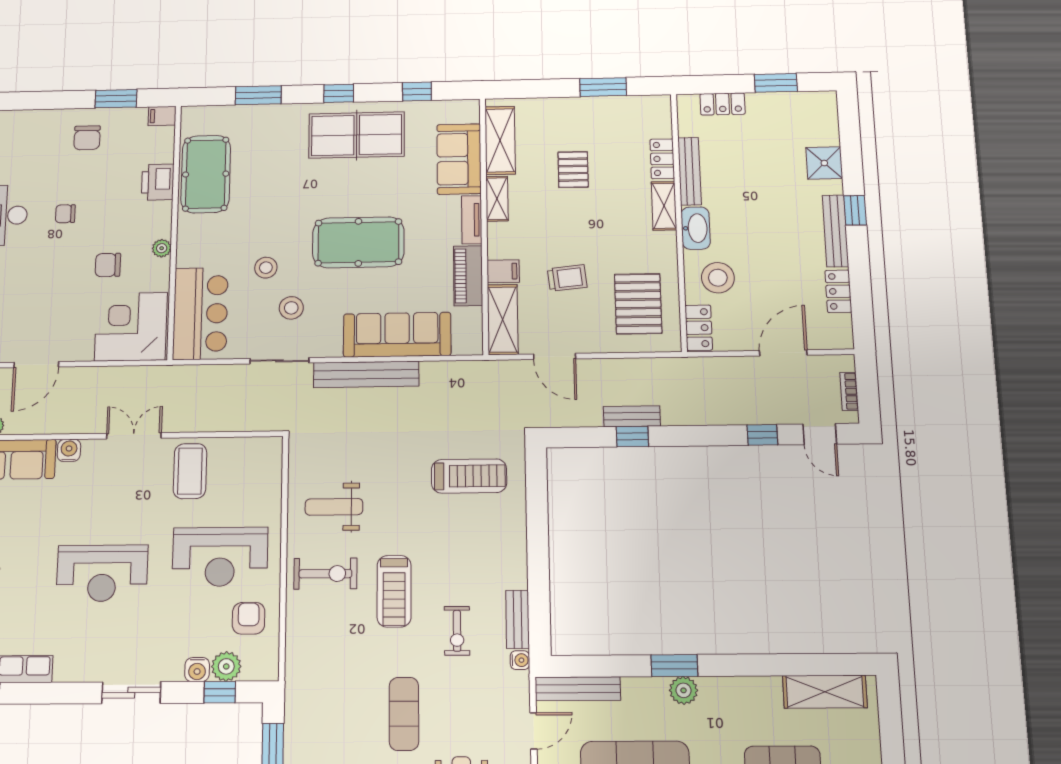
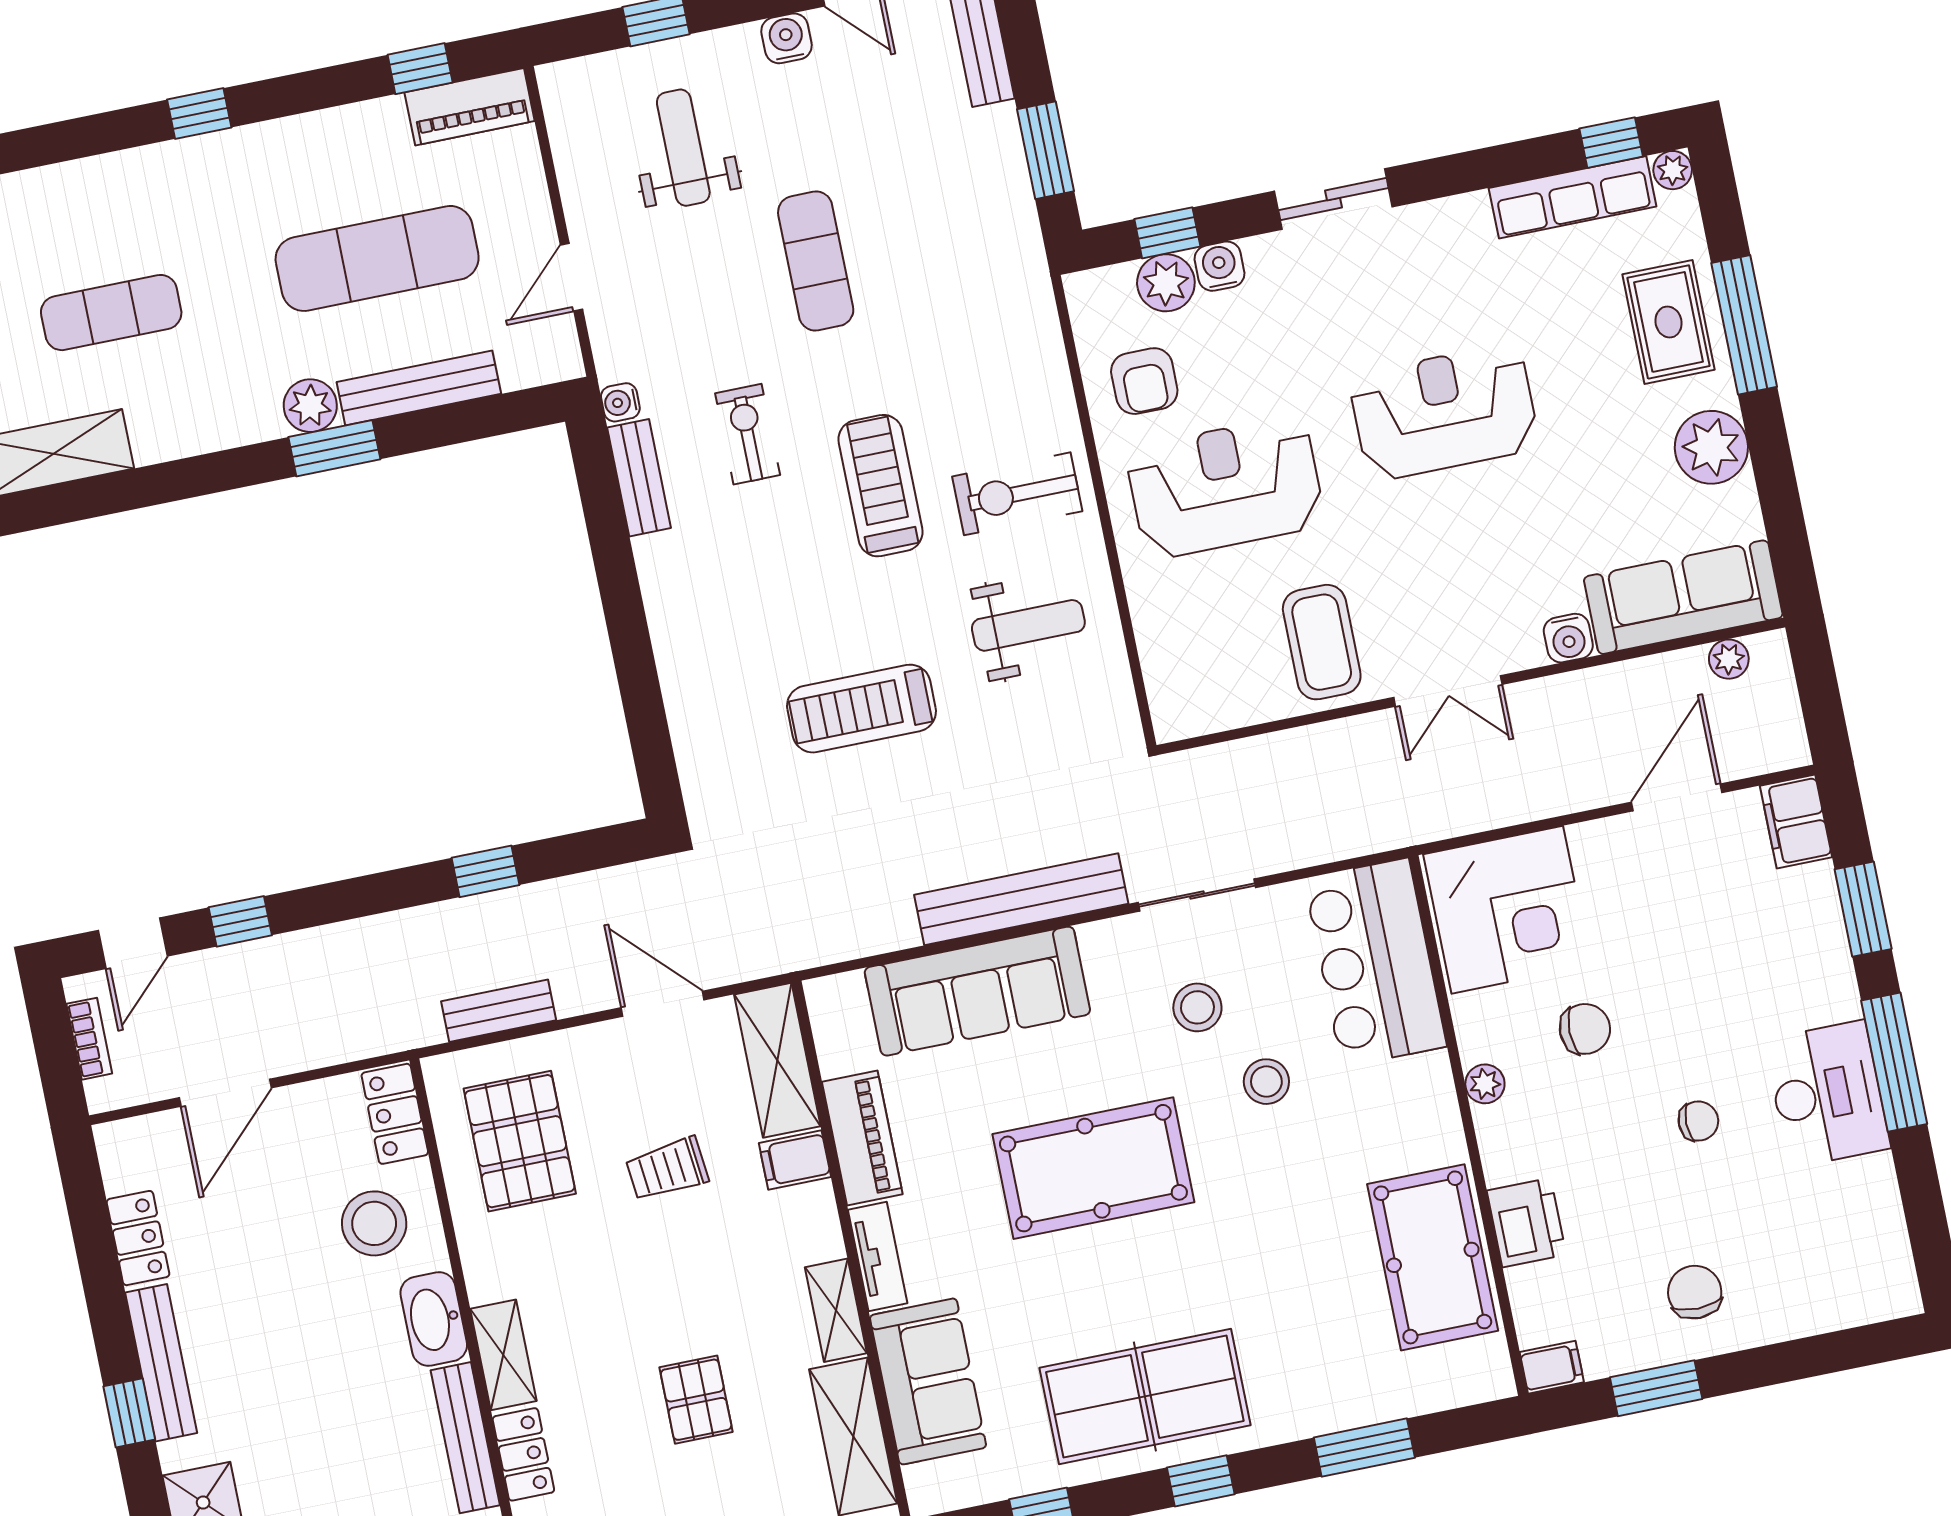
bench: (632, 416) -> (499, 1011), moved
door: (820, 434) -> (133, 943), swing flipped
treadmill: (469, 476) -> (861, 709), moved
bench: (578, 689) -> (419, 388), moved

